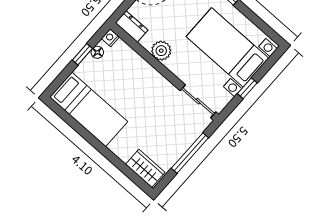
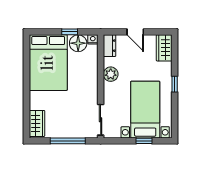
floor lamp: (97, 52) -> (78, 43), width x1.89, depth x1.89
window: (247, 88) -> (144, 141), moved
bed: (89, 109) -> (48, 63), width x1.50

